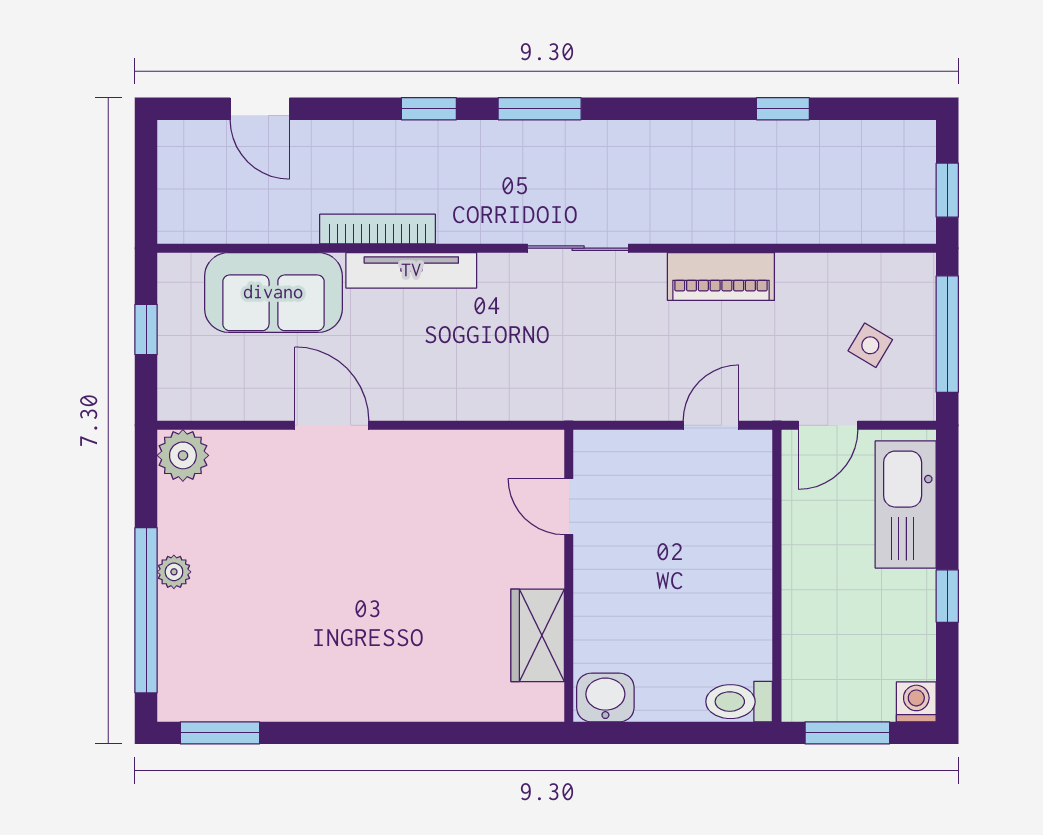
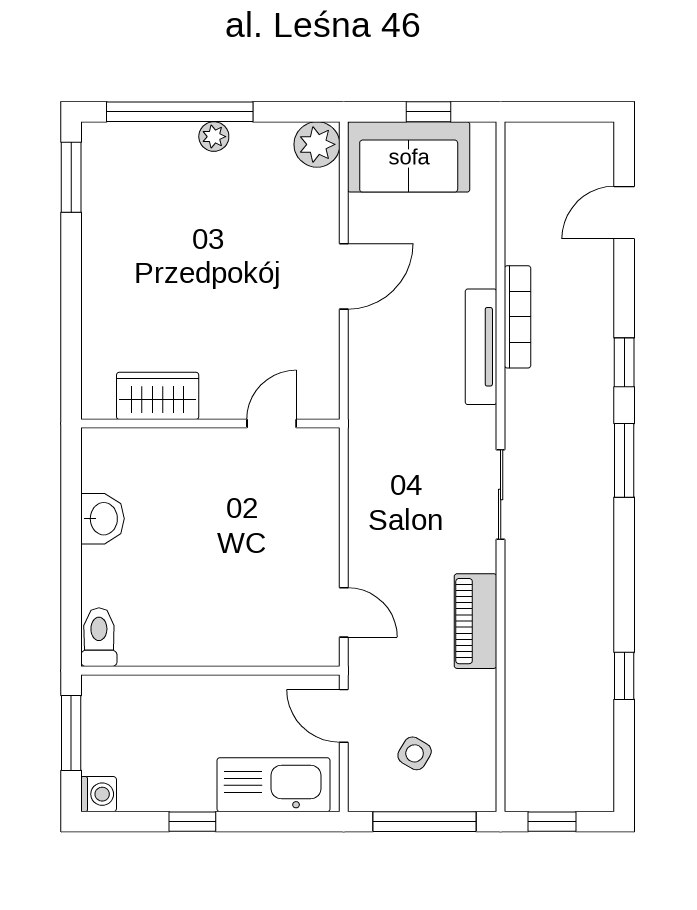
sofa: (273, 292) -> (409, 157), moved, turned -90
door: (569, 507) -> (272, 424), moved
wall: (569, 576) -> (210, 424), moved
wardrobe: (538, 635) -> (158, 396), moved

